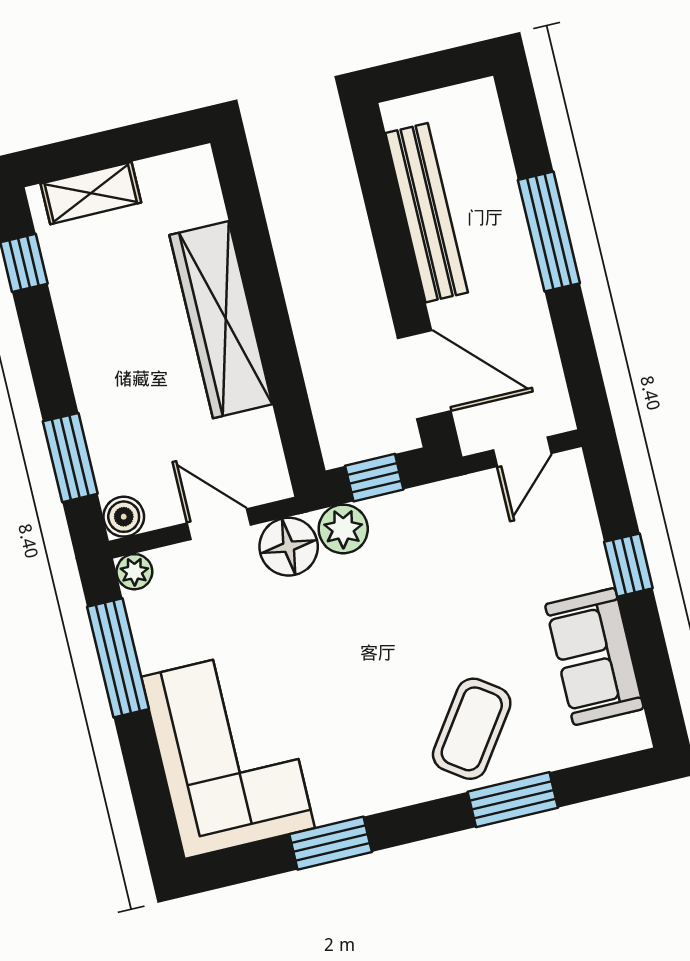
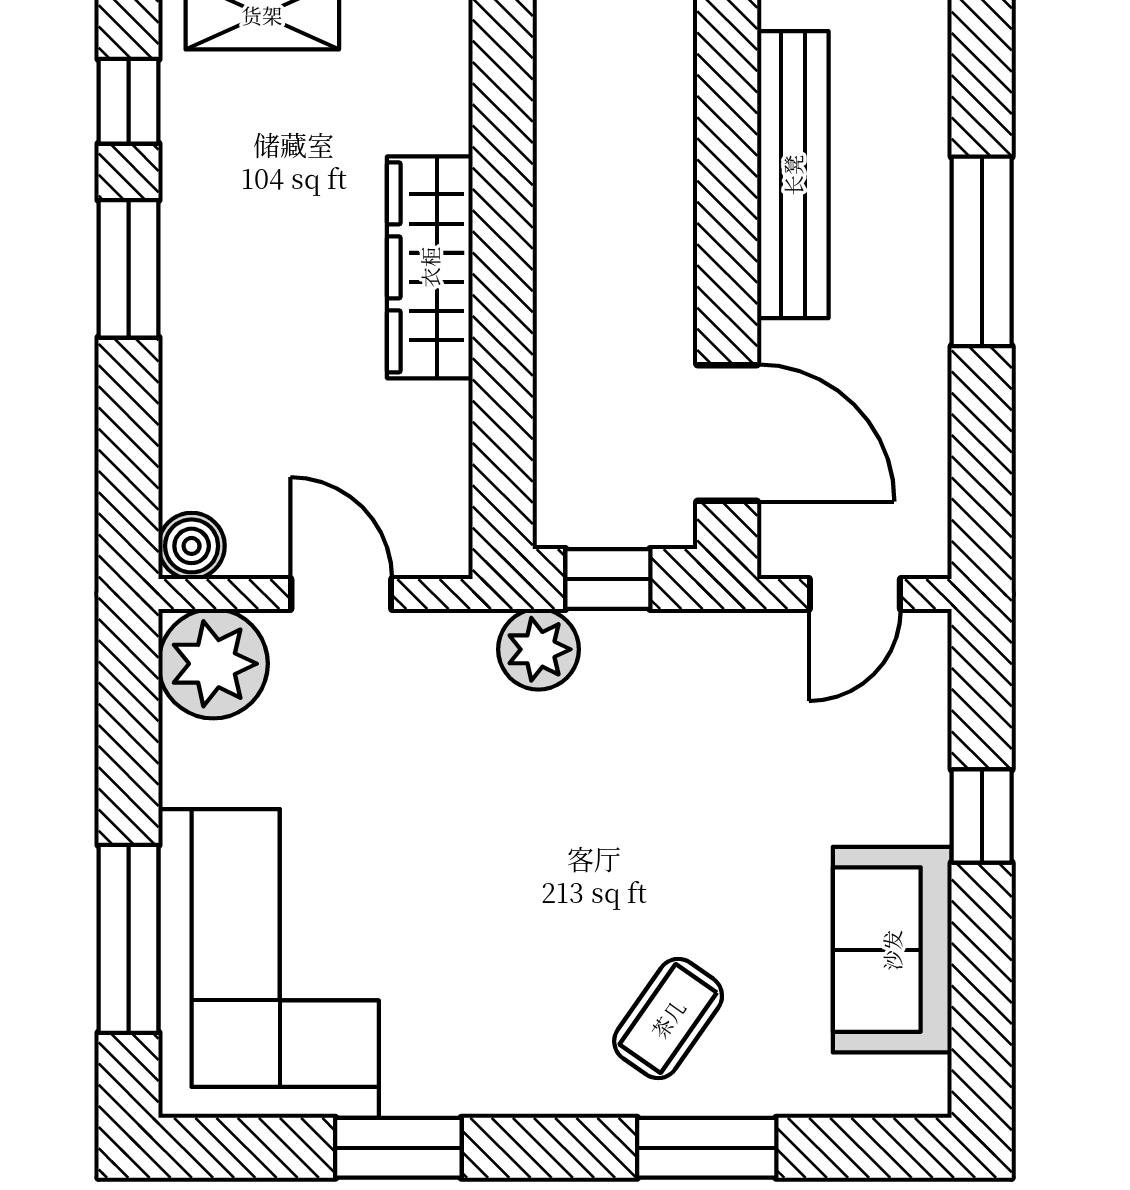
wardrobe: (221, 320) -> (430, 267), width x0.71, depth x0.85
window: (70, 458) -> (129, 269), moved
floor lamp: (289, 547) -> (444, 657), removed
plant: (134, 572) -> (213, 664), width x1.88, depth x1.88
window: (118, 658) -> (129, 939), moved
coffee table: (472, 729) -> (668, 1019), width x0.73, depth x0.77

